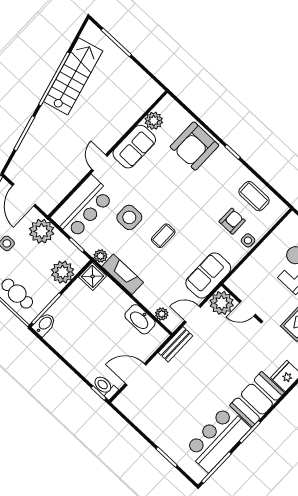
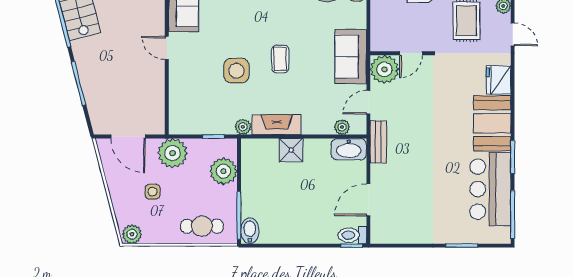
bar counter: (83, 207) -> (188, 99), removed
shower: (93, 276) -> (291, 150), moved
washbasin: (140, 319) -> (349, 149), moved

